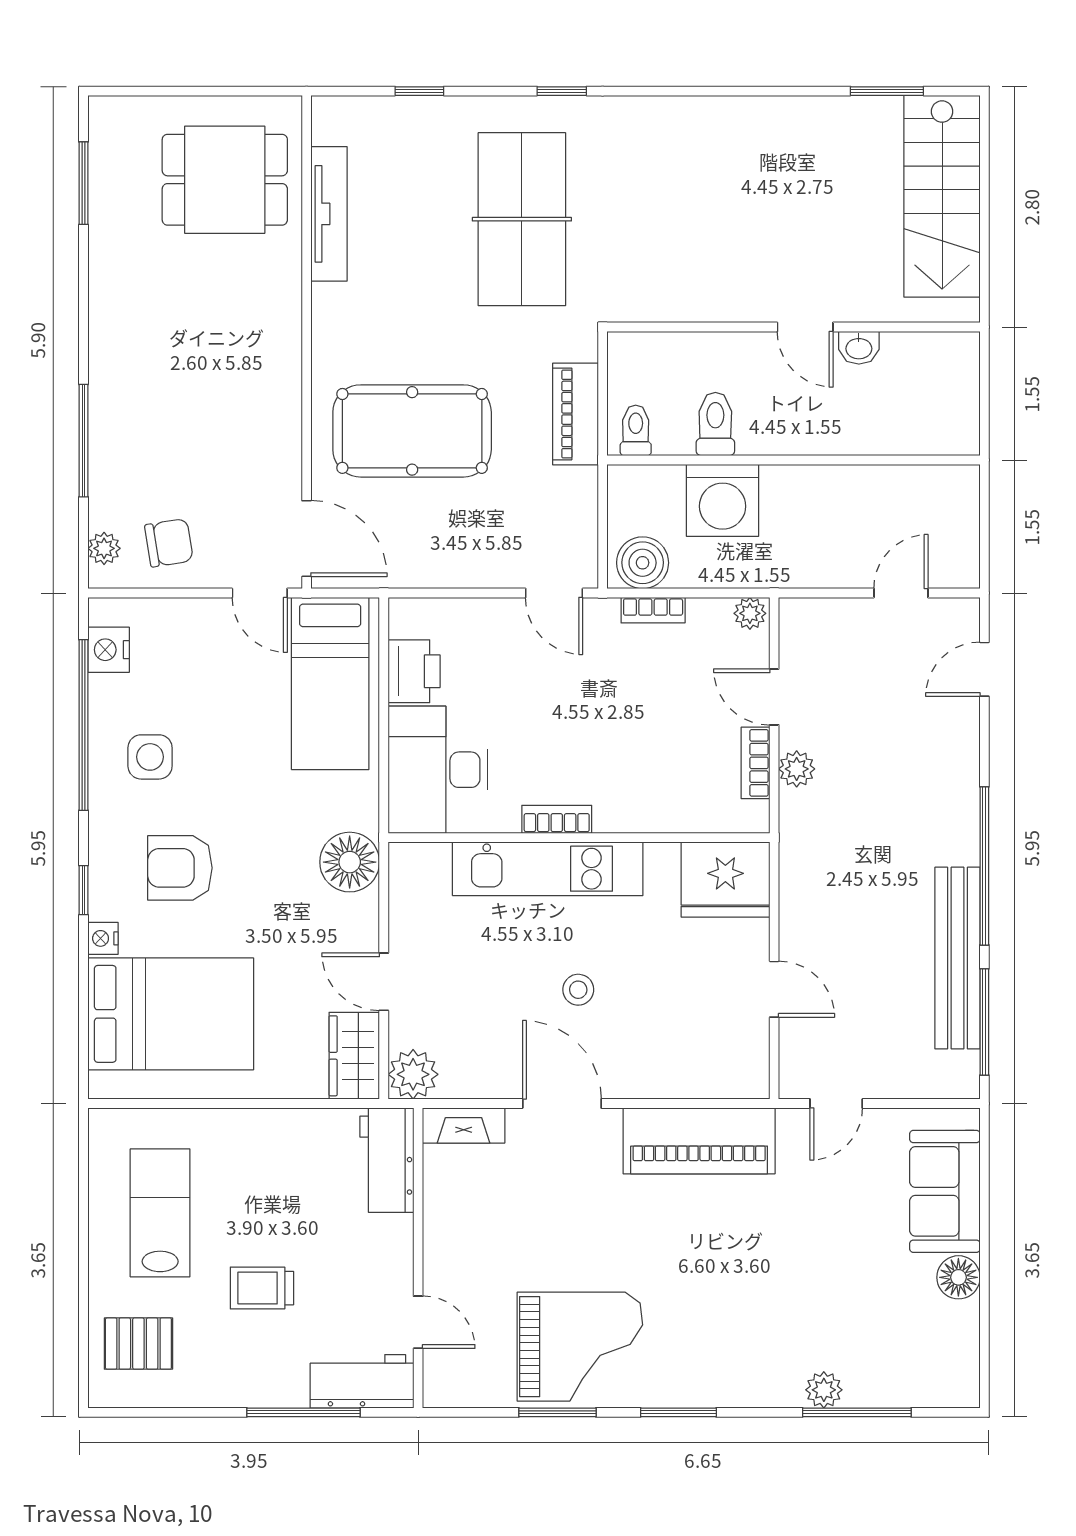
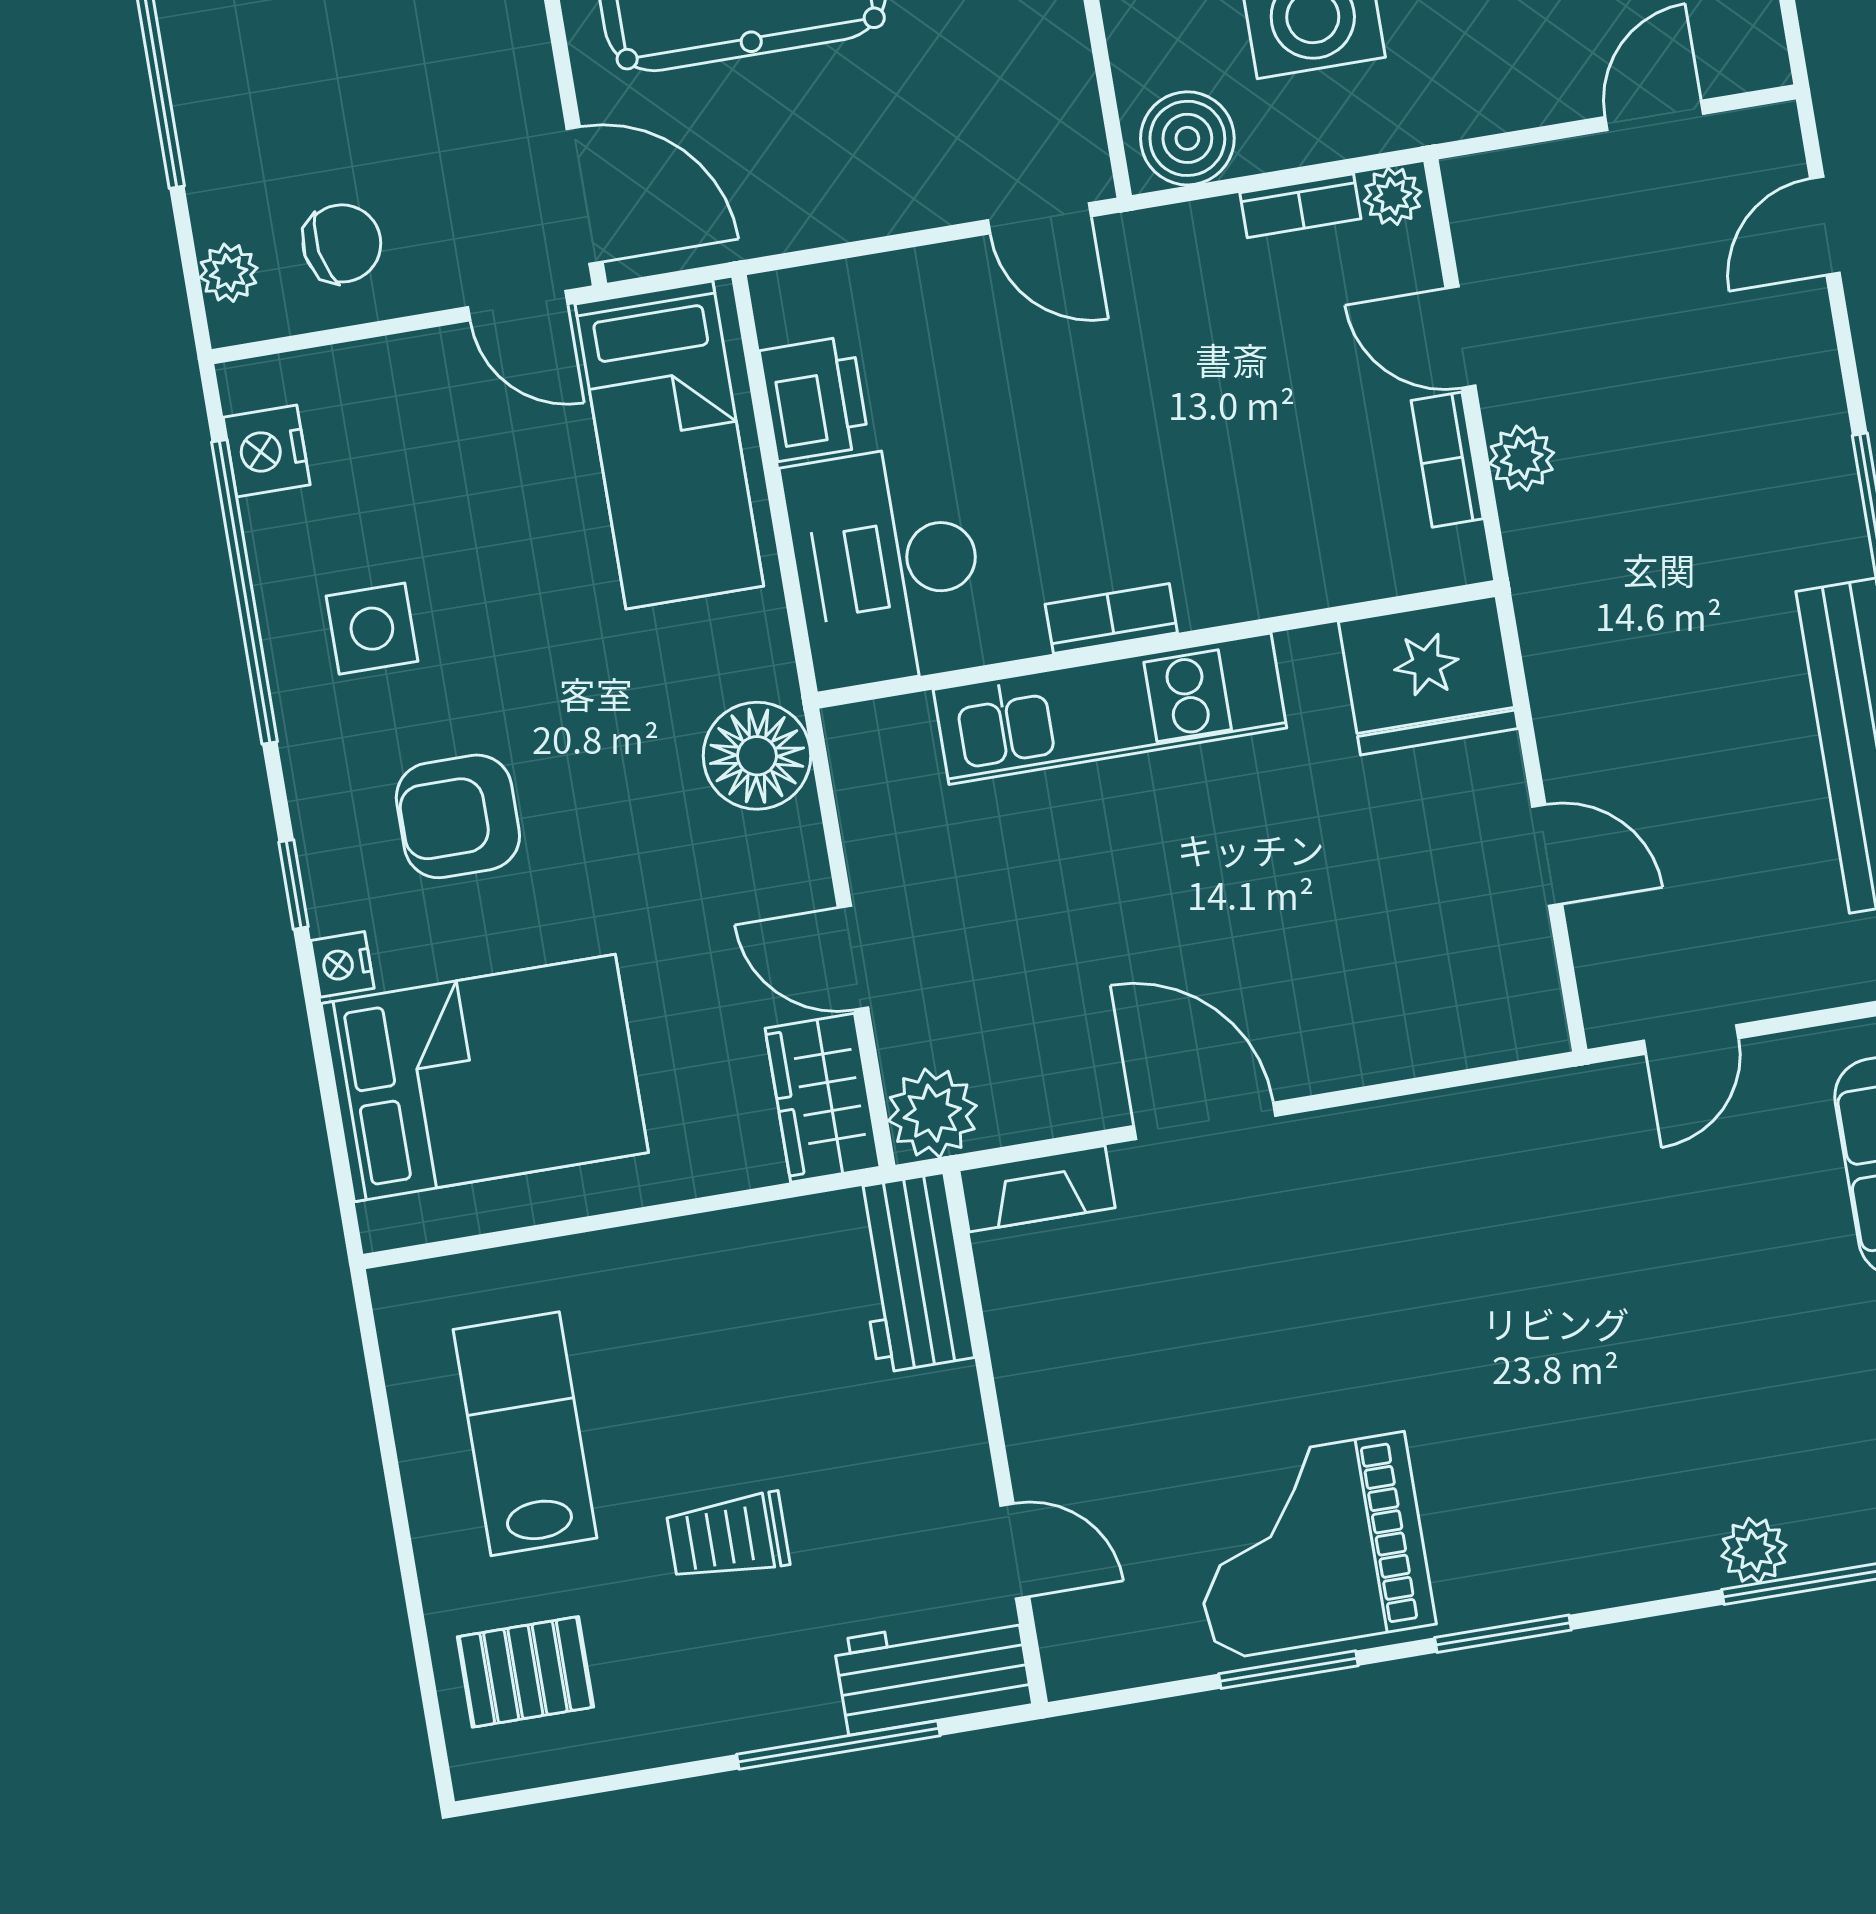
bookcase: (653, 610) -> (1300, 206), moved
stool: (578, 990) -> (1200, 914), removed
piano: (699, 1141) -> (1459, 1146), removed
grand piano: (580, 1347) -> (1309, 1546), turned 180

